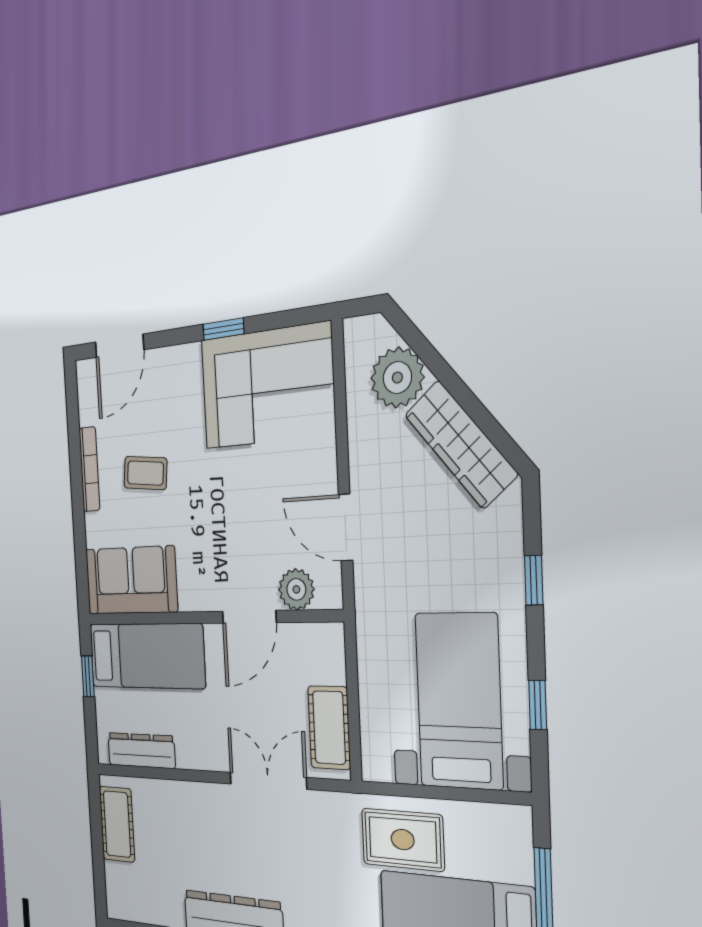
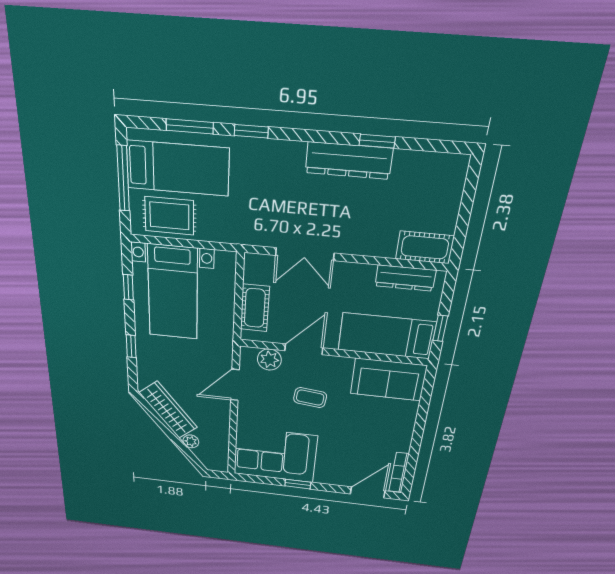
plant: (397, 378) -> (191, 441), width x0.53, depth x0.53
bookcase: (89, 469) -> (399, 473), moved
coffee table: (145, 473) -> (310, 398), moved
door: (346, 527) -> (235, 385), swing flipped
cot: (329, 728) -> (255, 308), moved
cot: (117, 824) -> (425, 247), moved, turned 90
rug: (403, 840) -> (169, 216), moved

